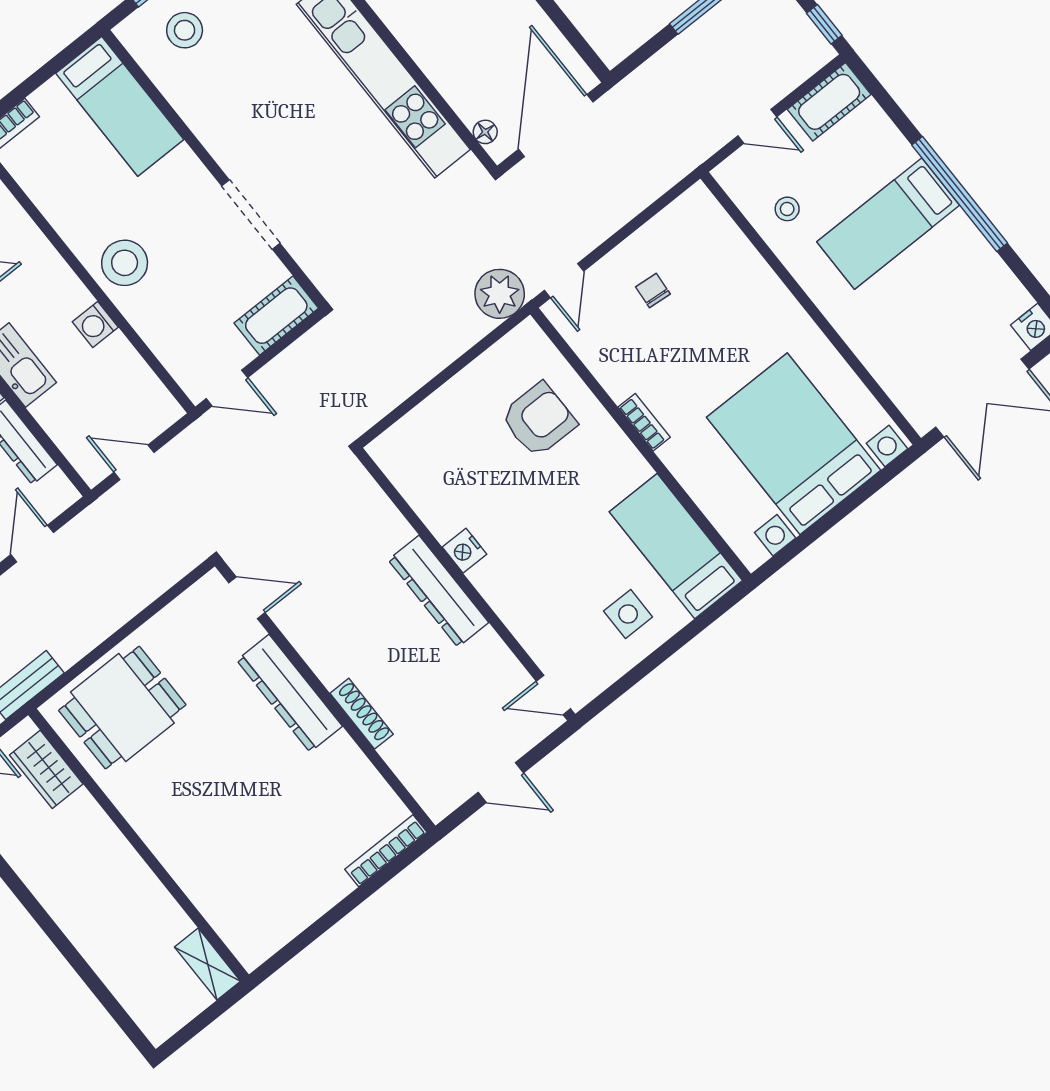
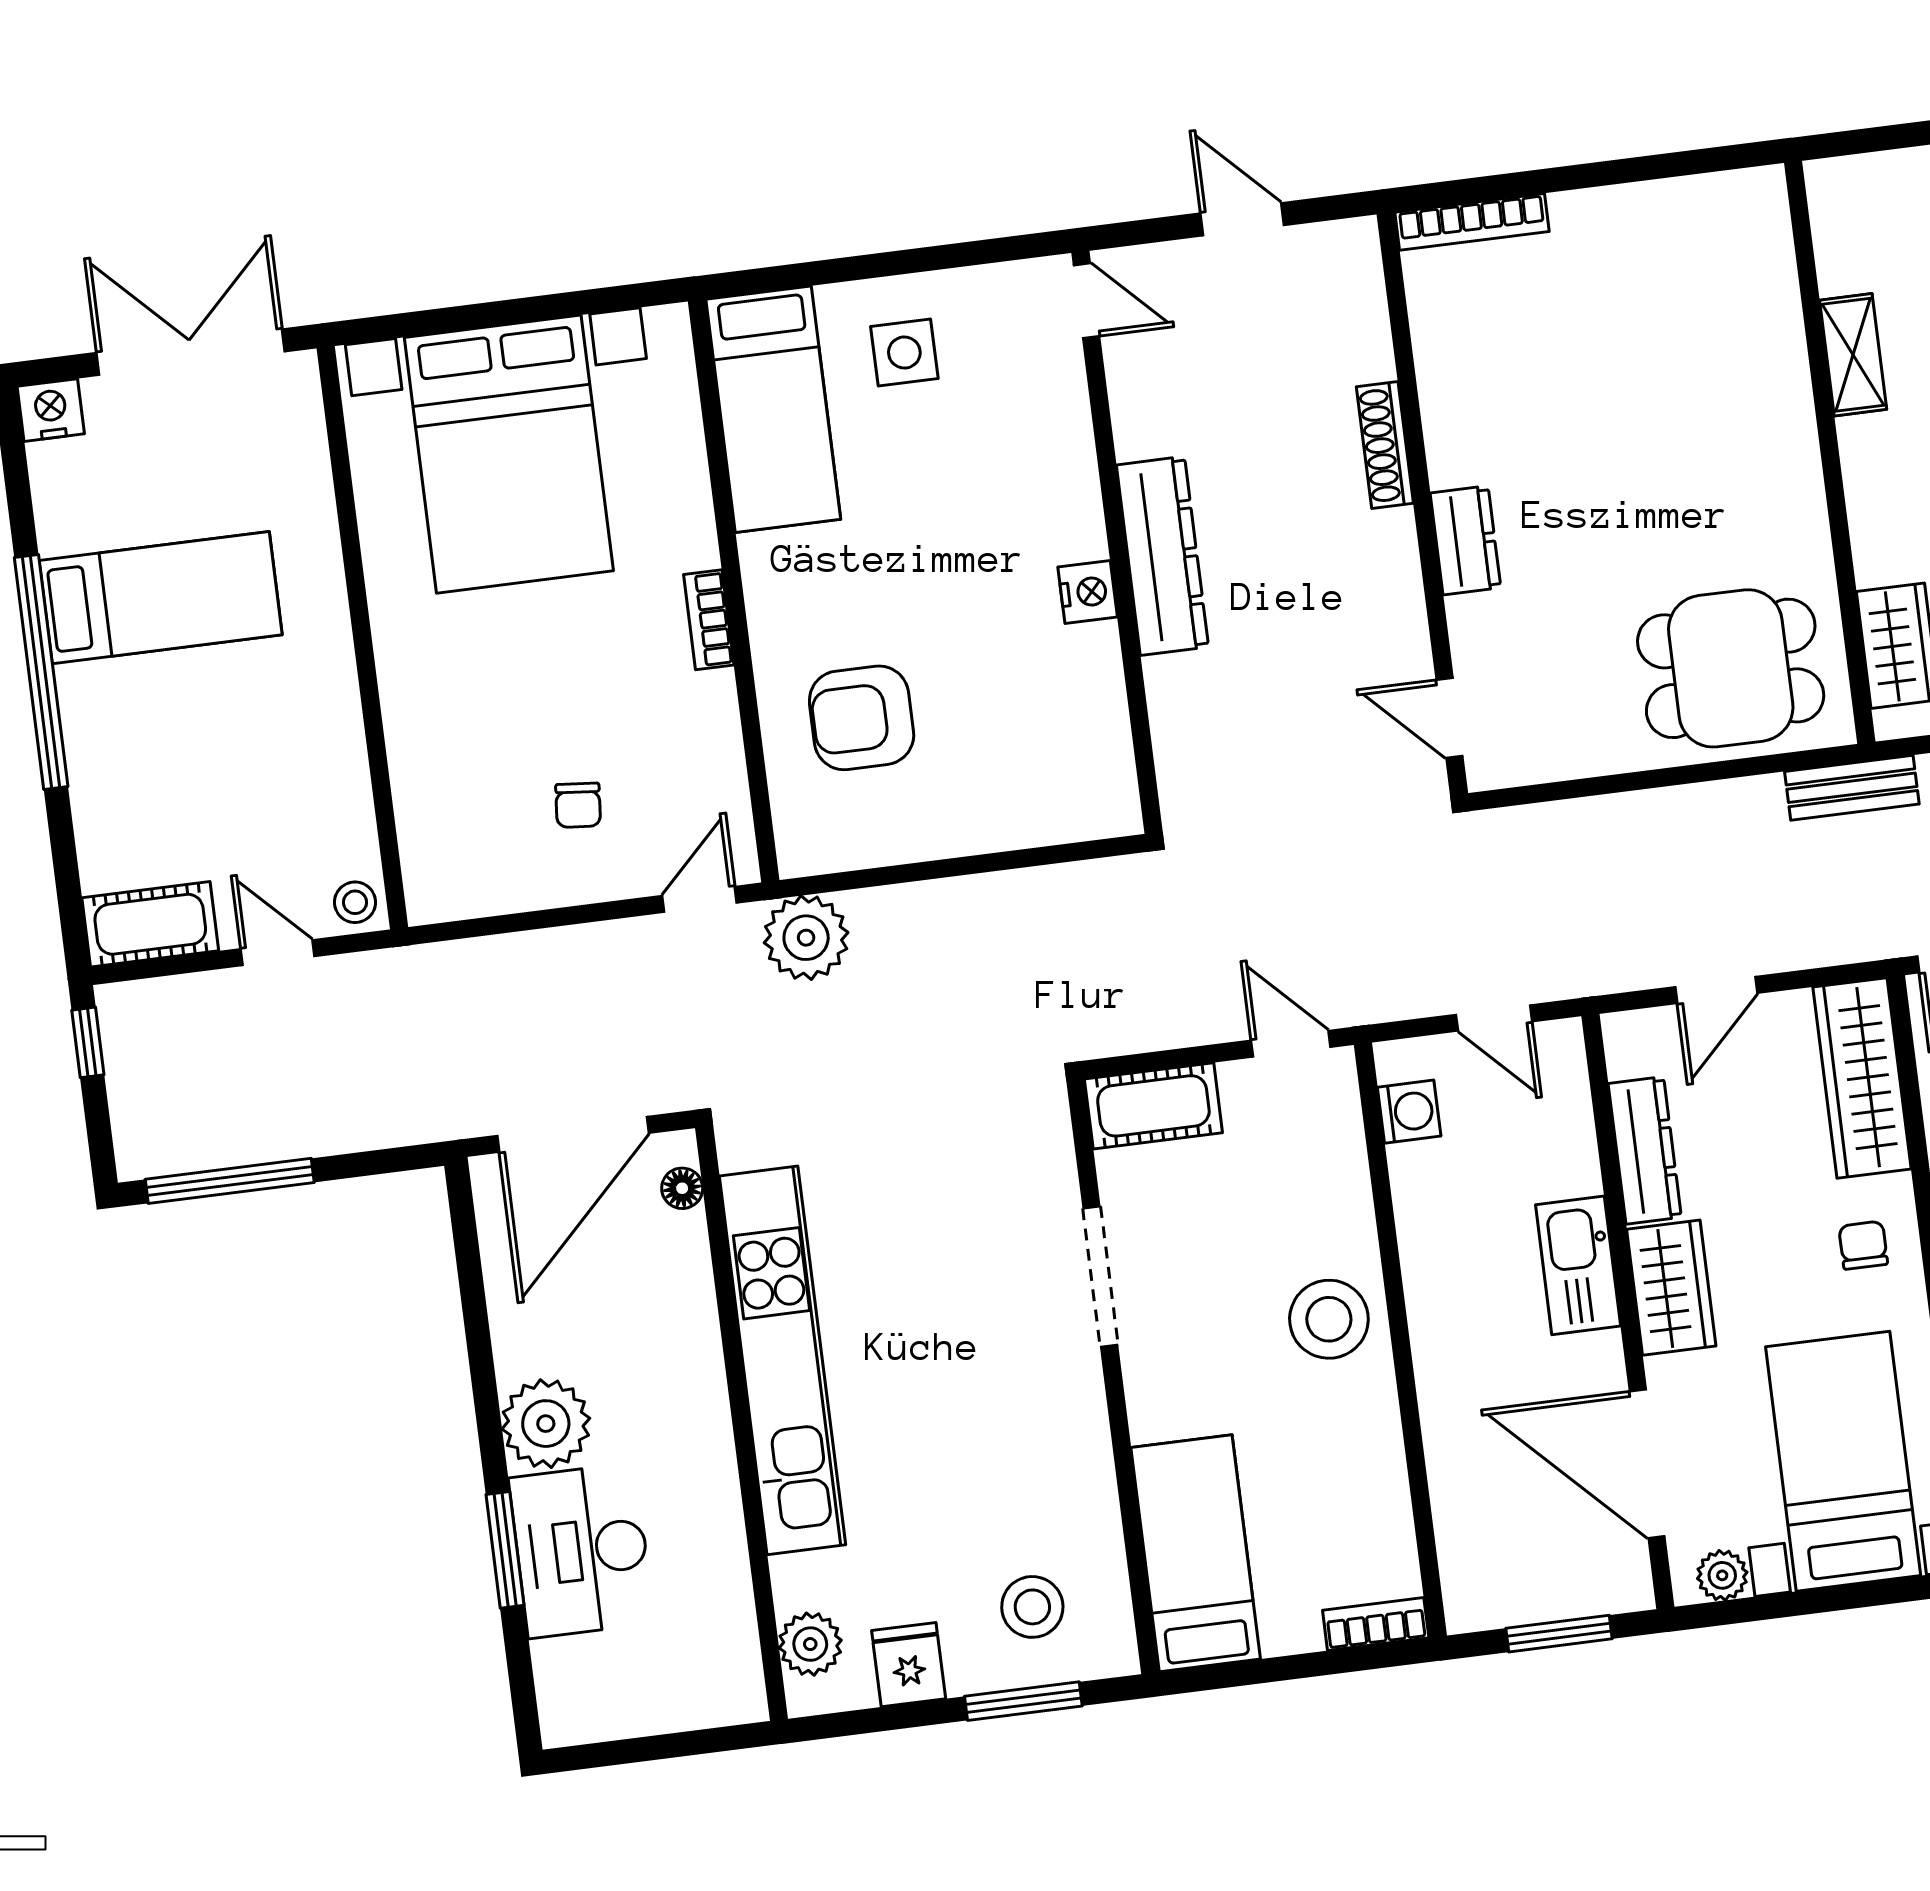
stool: (787, 209) -> (355, 902), moved
bed: (888, 224) -> (161, 598), moved
washing machine: (95, 325) -> (1409, 1112), moved
dresser: (290, 693) -> (1465, 540), width x0.51, depth x0.80
shelving: (208, 964) -> (1853, 355), moved

